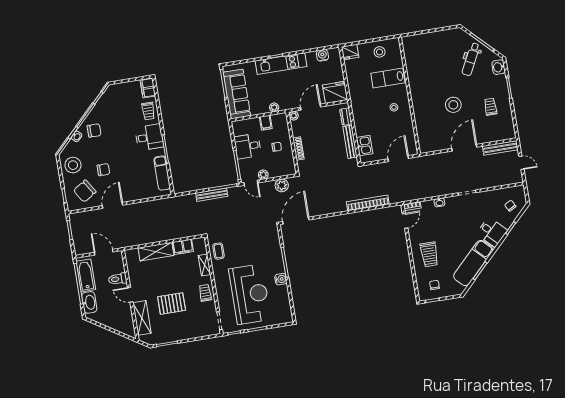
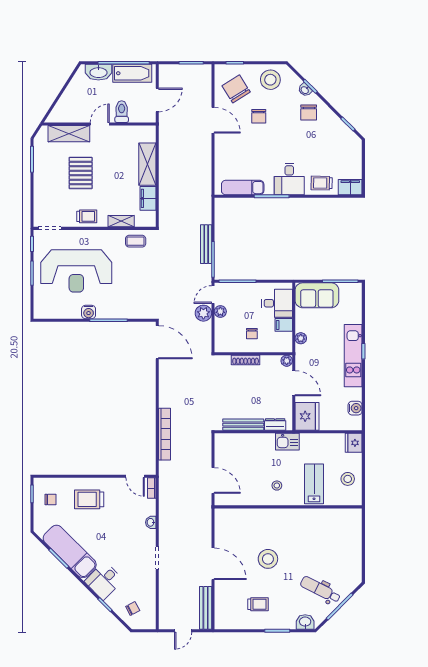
sofa: (237, 94) -> (317, 295), width x0.73
desk: (248, 146) -> (277, 303), moved, turned 90
kitchen sink: (364, 146) -> (287, 442), moved
plant: (282, 185) -> (203, 313), moved

